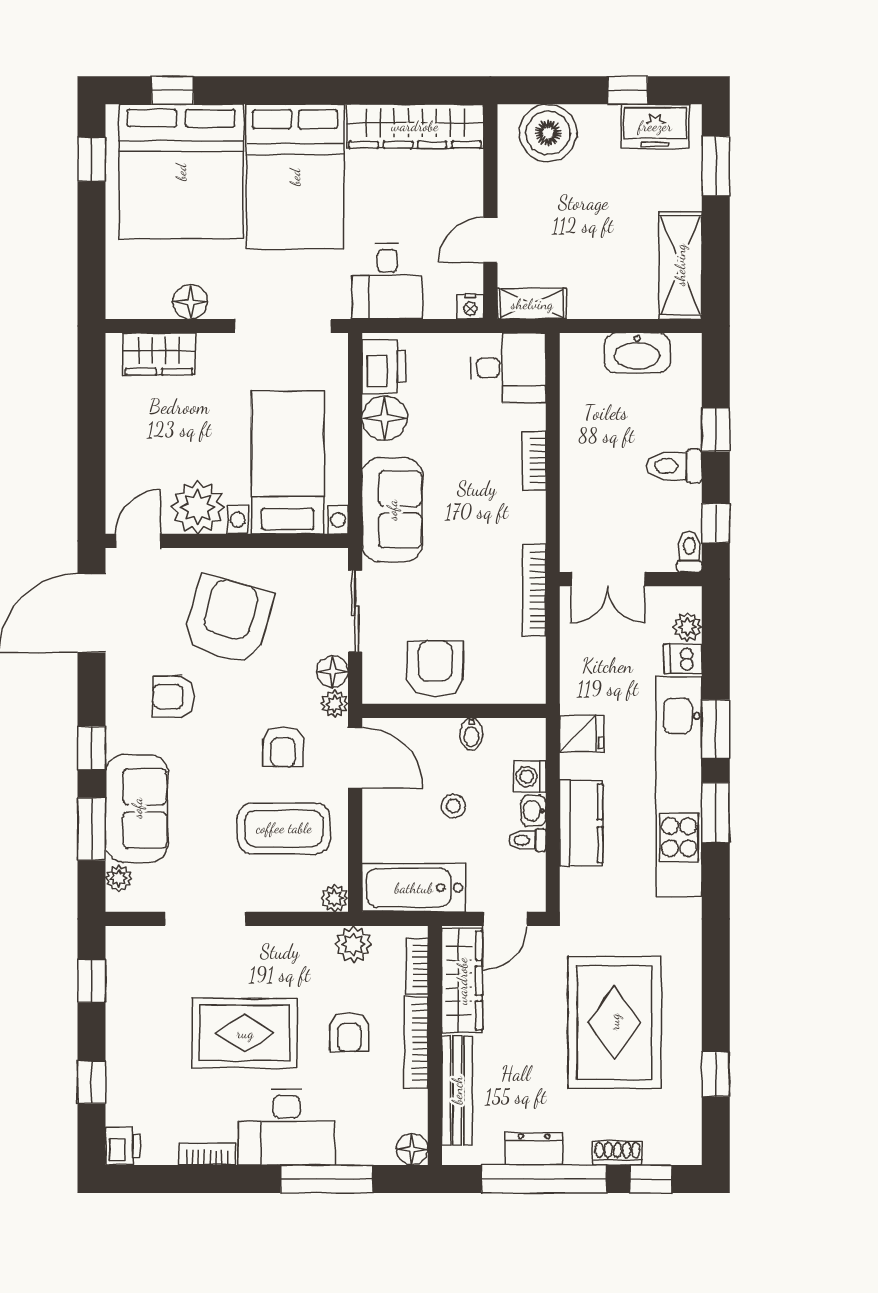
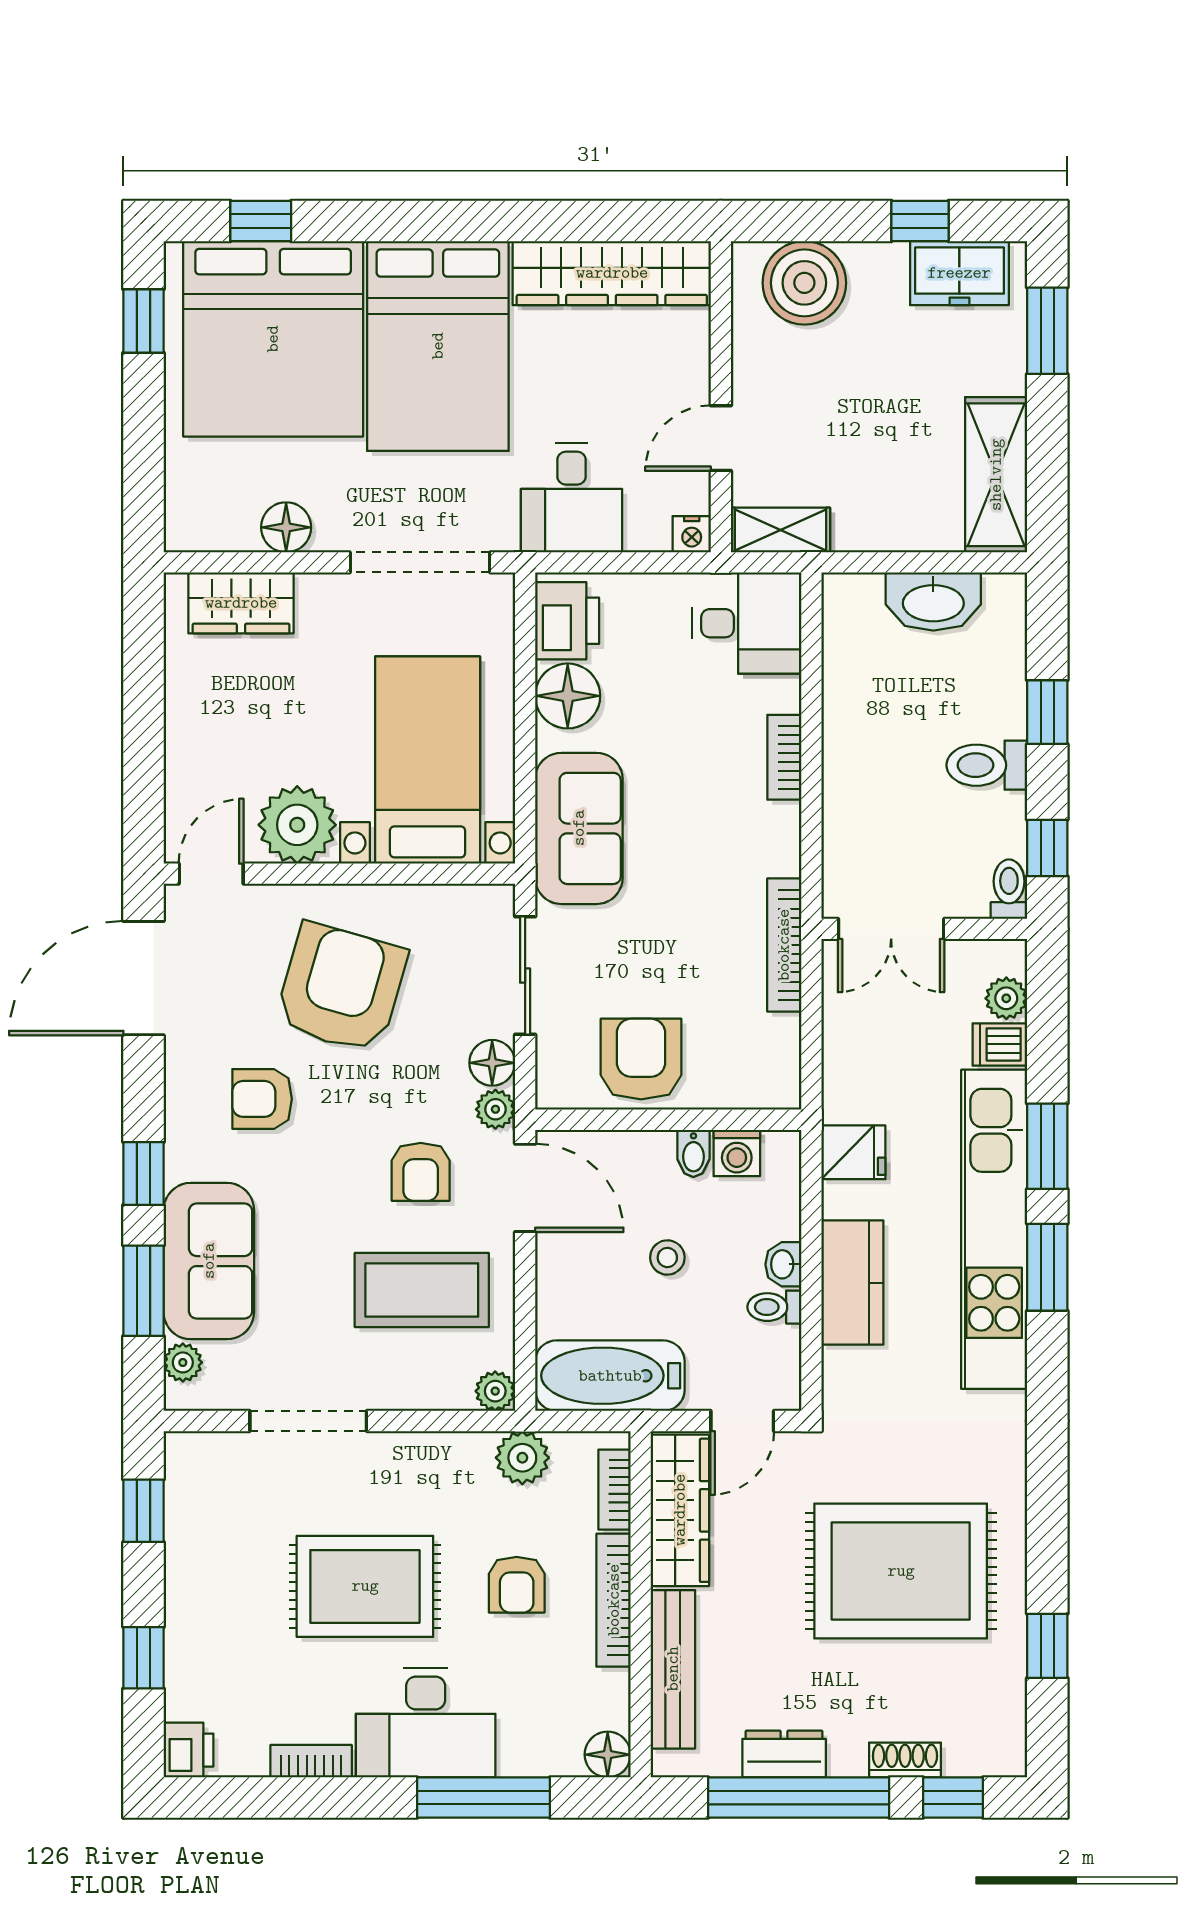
washing machine: (530, 777) -> (737, 1153), moved, turned -90
rug: (614, 1022) -> (901, 1571), turned 90

